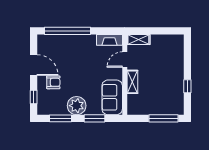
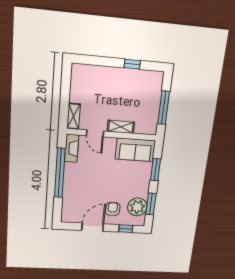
window: (67, 31) -> (60, 173), moved
plant: (77, 106) -> (137, 207), moved
window: (163, 118) -> (164, 108), moved

